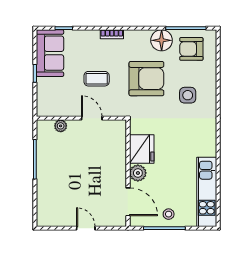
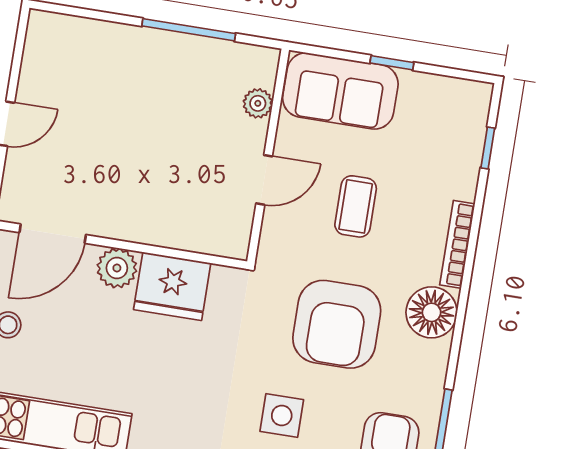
bookcase: (112, 34) -> (457, 244), width x1.56
floor lamp: (162, 40) -> (432, 312), moved
sofa: (50, 53) -> (340, 91), moved

